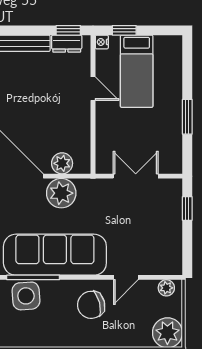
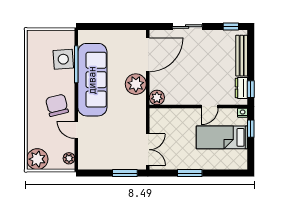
plant: (62, 163) -> (157, 98), moved
double door: (136, 176) -> (148, 150), moved
window: (187, 209) -> (125, 173), width x1.50

